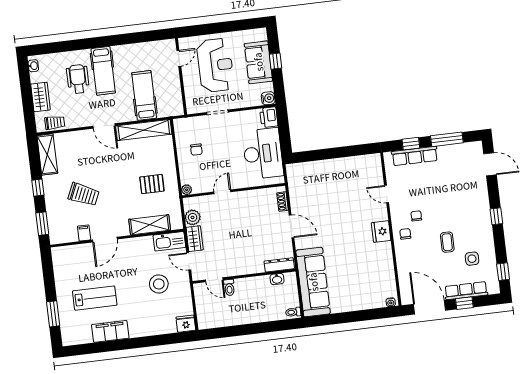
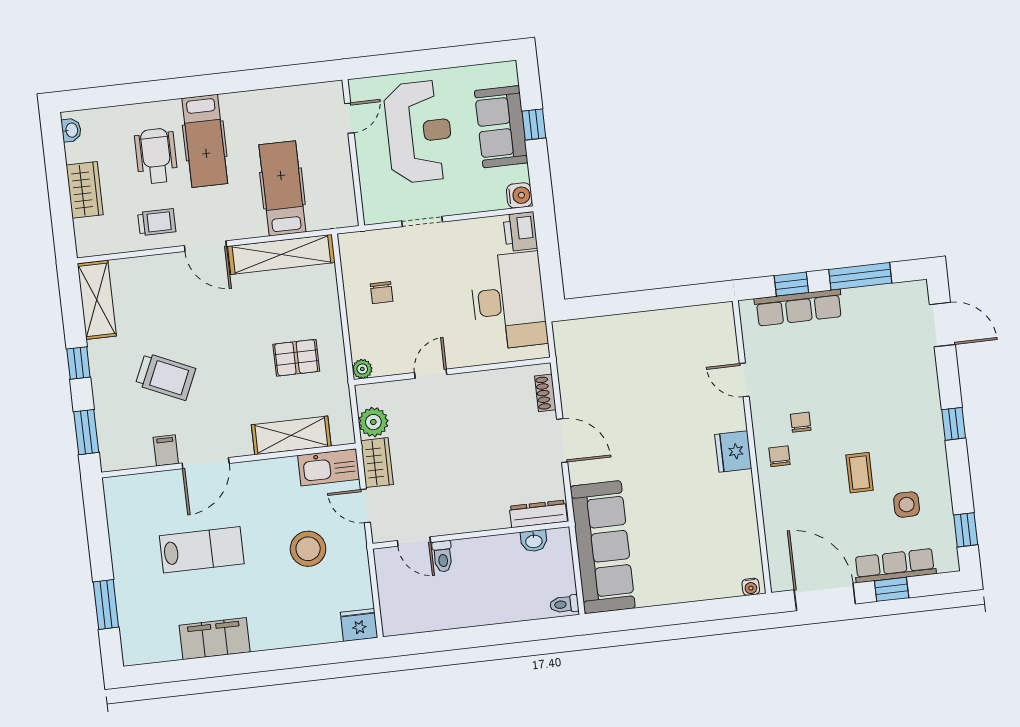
trolley: (55, 123) -> (157, 222), moved
lab bench: (95, 298) -> (202, 550), moved

